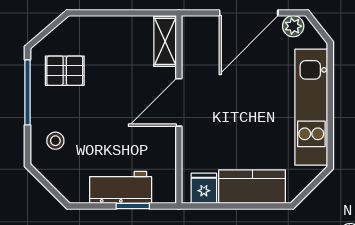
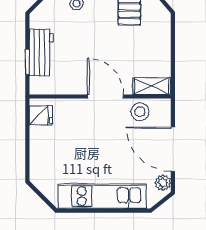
stool: (199, 57) -> (140, 112), added
kitchen counter: (252, 187) -> (42, 152), removed

